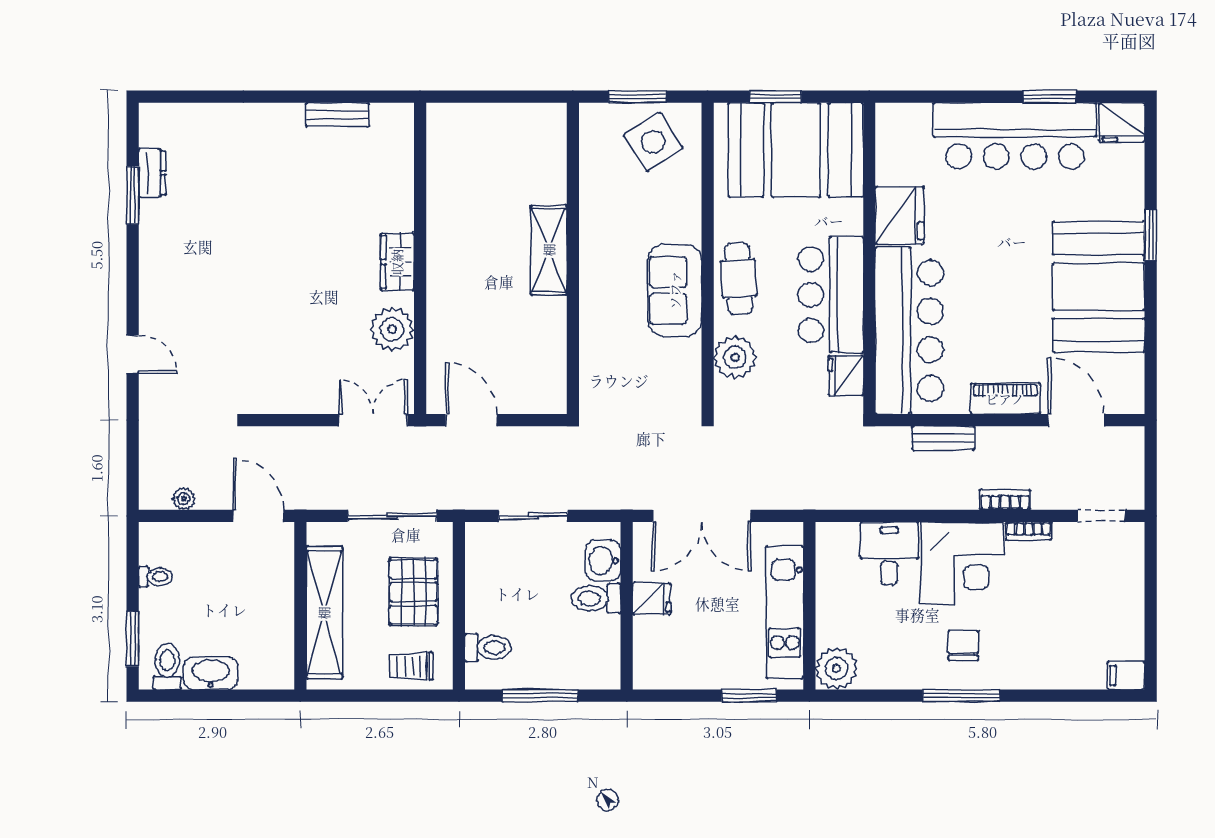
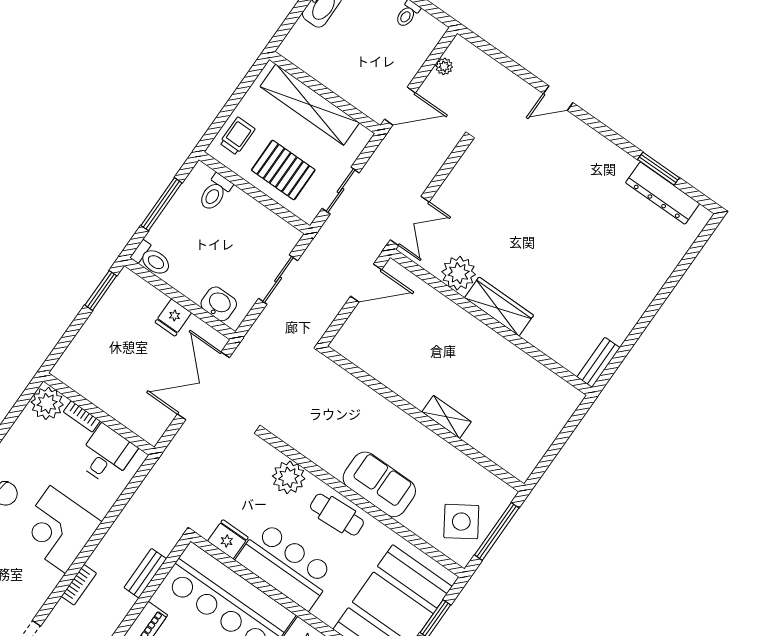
window: (637, 97) -> (497, 531), width x1.44
bench: (337, 115) -> (598, 362), moved
dresser: (152, 173) -> (663, 193), width x1.96, depth x1.24
shelving: (549, 250) -> (447, 417), width x0.67, depth x0.75
wardrobe: (397, 262) -> (499, 307), width x1.50
sofa: (675, 290) -> (379, 484), moved
sliding door: (392, 516) -> (341, 191), width x0.73
bookcase: (1029, 531) -> (82, 416), moved, turned -90
desk: (889, 553) -> (106, 455), moved, turned -90
toilet: (596, 599) -> (152, 259), moved, turned 90
kitchen unit: (785, 612) -> (106, 396), removed
window: (749, 696) -> (101, 290), moved

